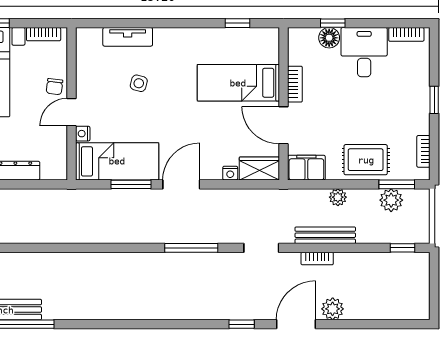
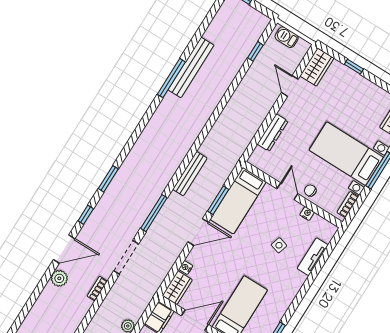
nightstand: (83, 134) -> (307, 214), moved
door: (181, 184) -> (198, 232), hinge flipped
bench: (325, 235) -> (190, 174), moved
doorway: (261, 248) -> (126, 257), width x1.38
window: (185, 324) -> (108, 179), added
door: (296, 324) -> (64, 249), hinge flipped

